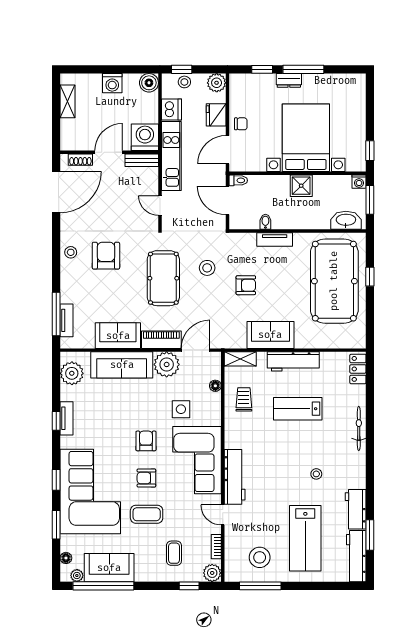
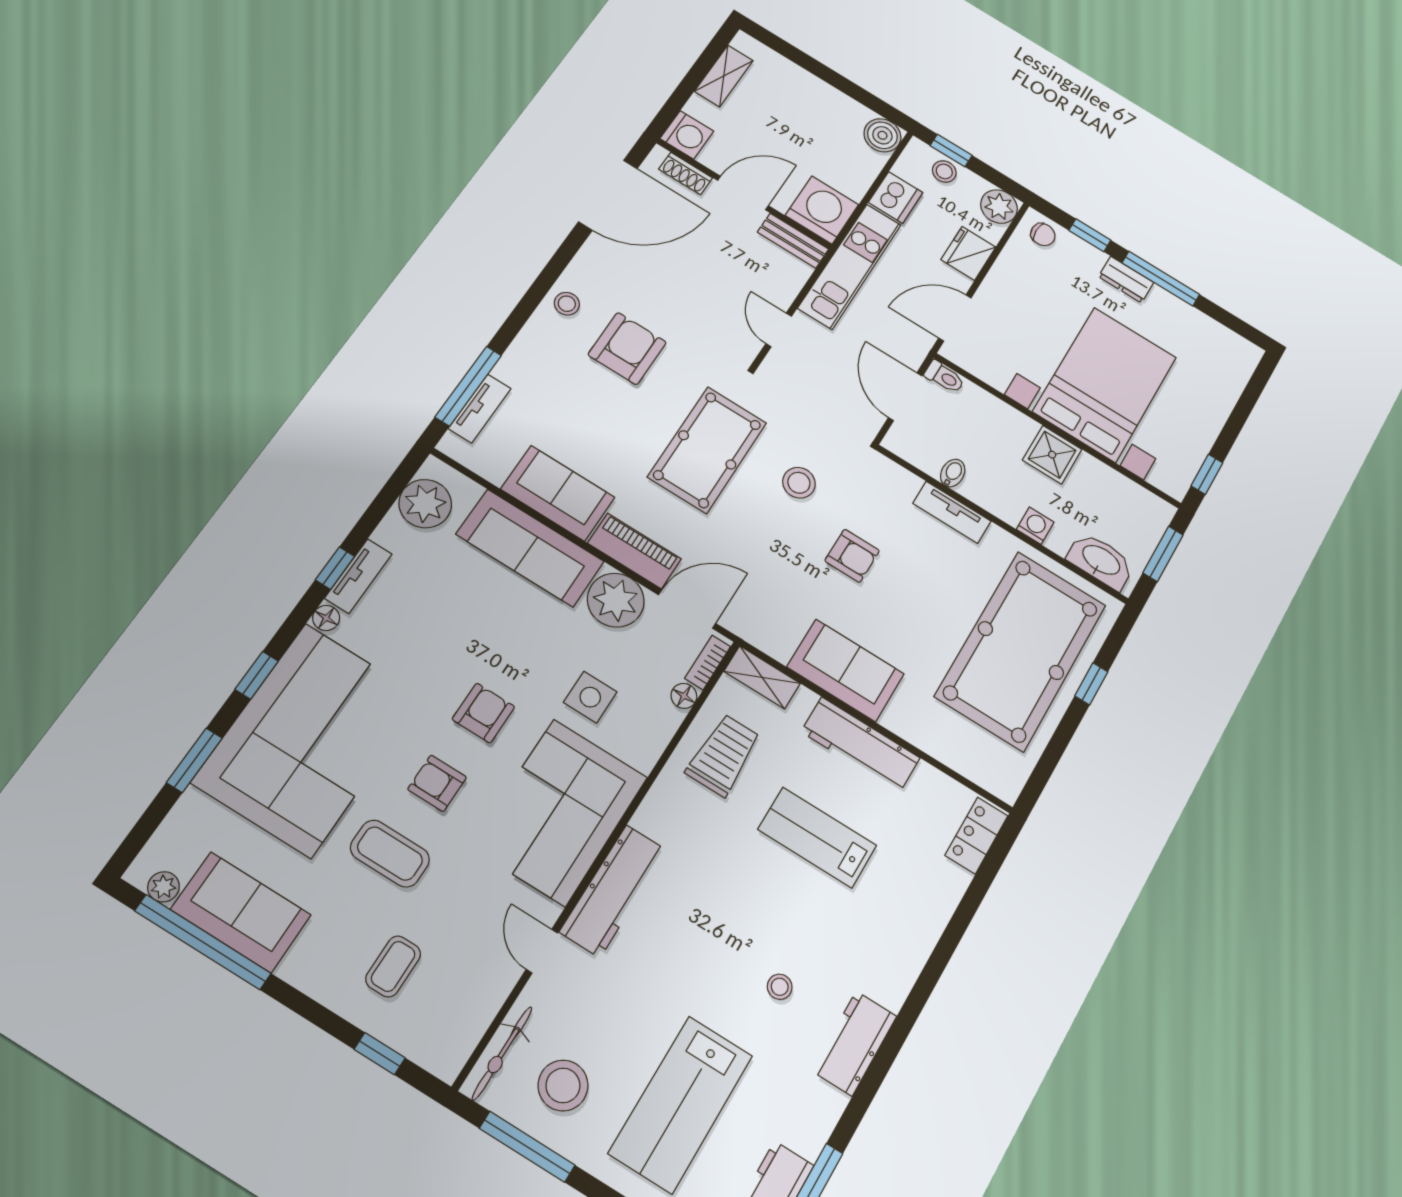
washing machine: (112, 83) -> (687, 135), moved, turned -90
chair: (241, 124) -> (1043, 235), moved
washing machine: (359, 182) -> (1035, 526), moved, turned 180
trolley: (244, 399) -> (723, 755), width x1.36, depth x1.39
bicycle: (359, 428) -> (502, 1053), moved, turned 180
workbench: (356, 509) -> (854, 1043), moved
bookcase: (216, 547) -> (708, 662), moved
floor lamp: (66, 558) -> (326, 618), moved
plant: (212, 573) -> (445, 1057), removed

